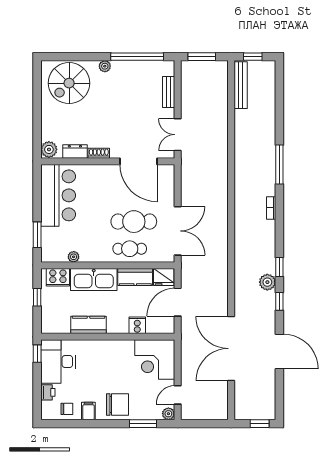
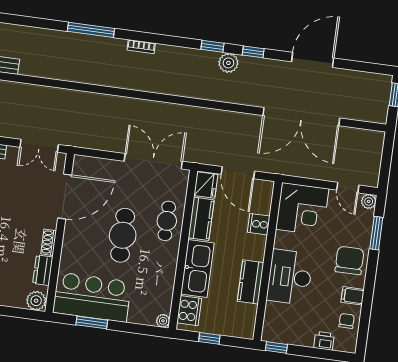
cafe table: (134, 222) -> (123, 235), moved
window: (37, 235) -> (92, 322), moved
plant: (74, 257) -> (163, 321), moved
desk: (58, 362) -> (290, 277), moved, turned 90

